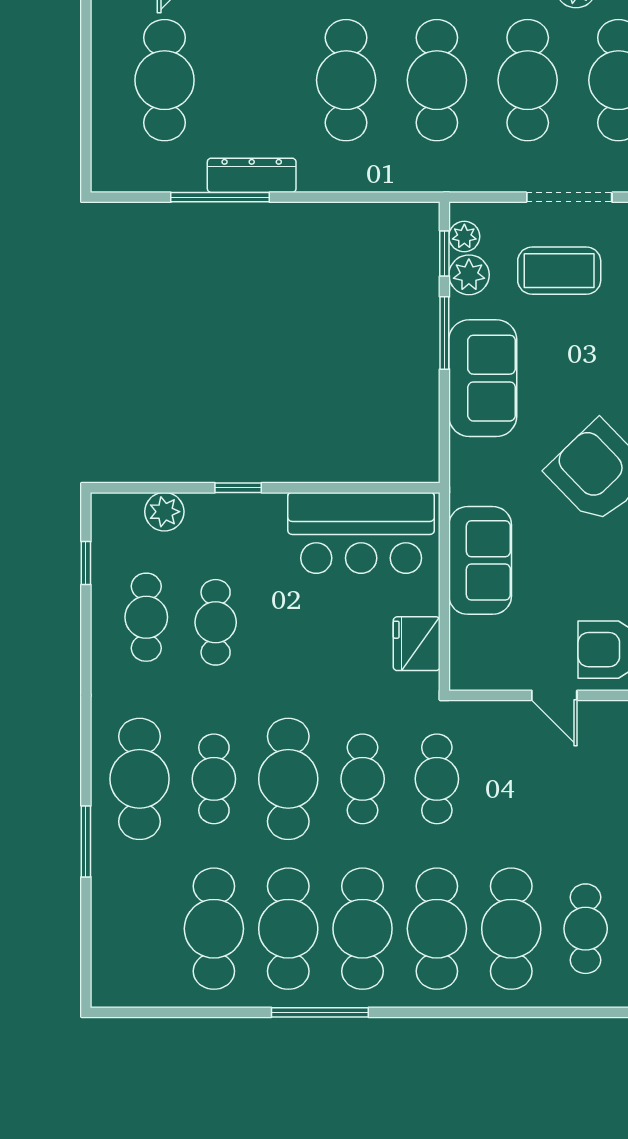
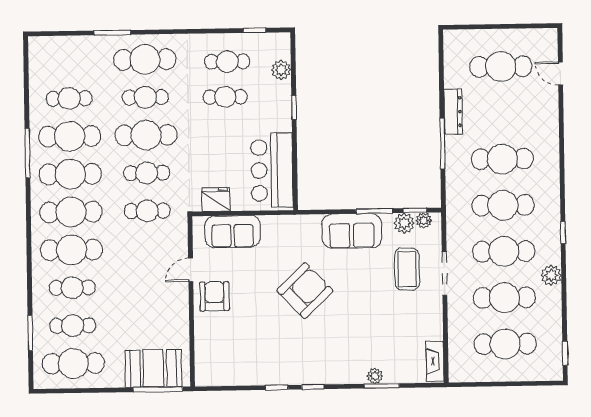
window: (220, 197) -> (442, 143), moved
sofa: (480, 560) -> (233, 232), moved
cafe table: (214, 929) -> (69, 98), width x0.73, depth x0.74

